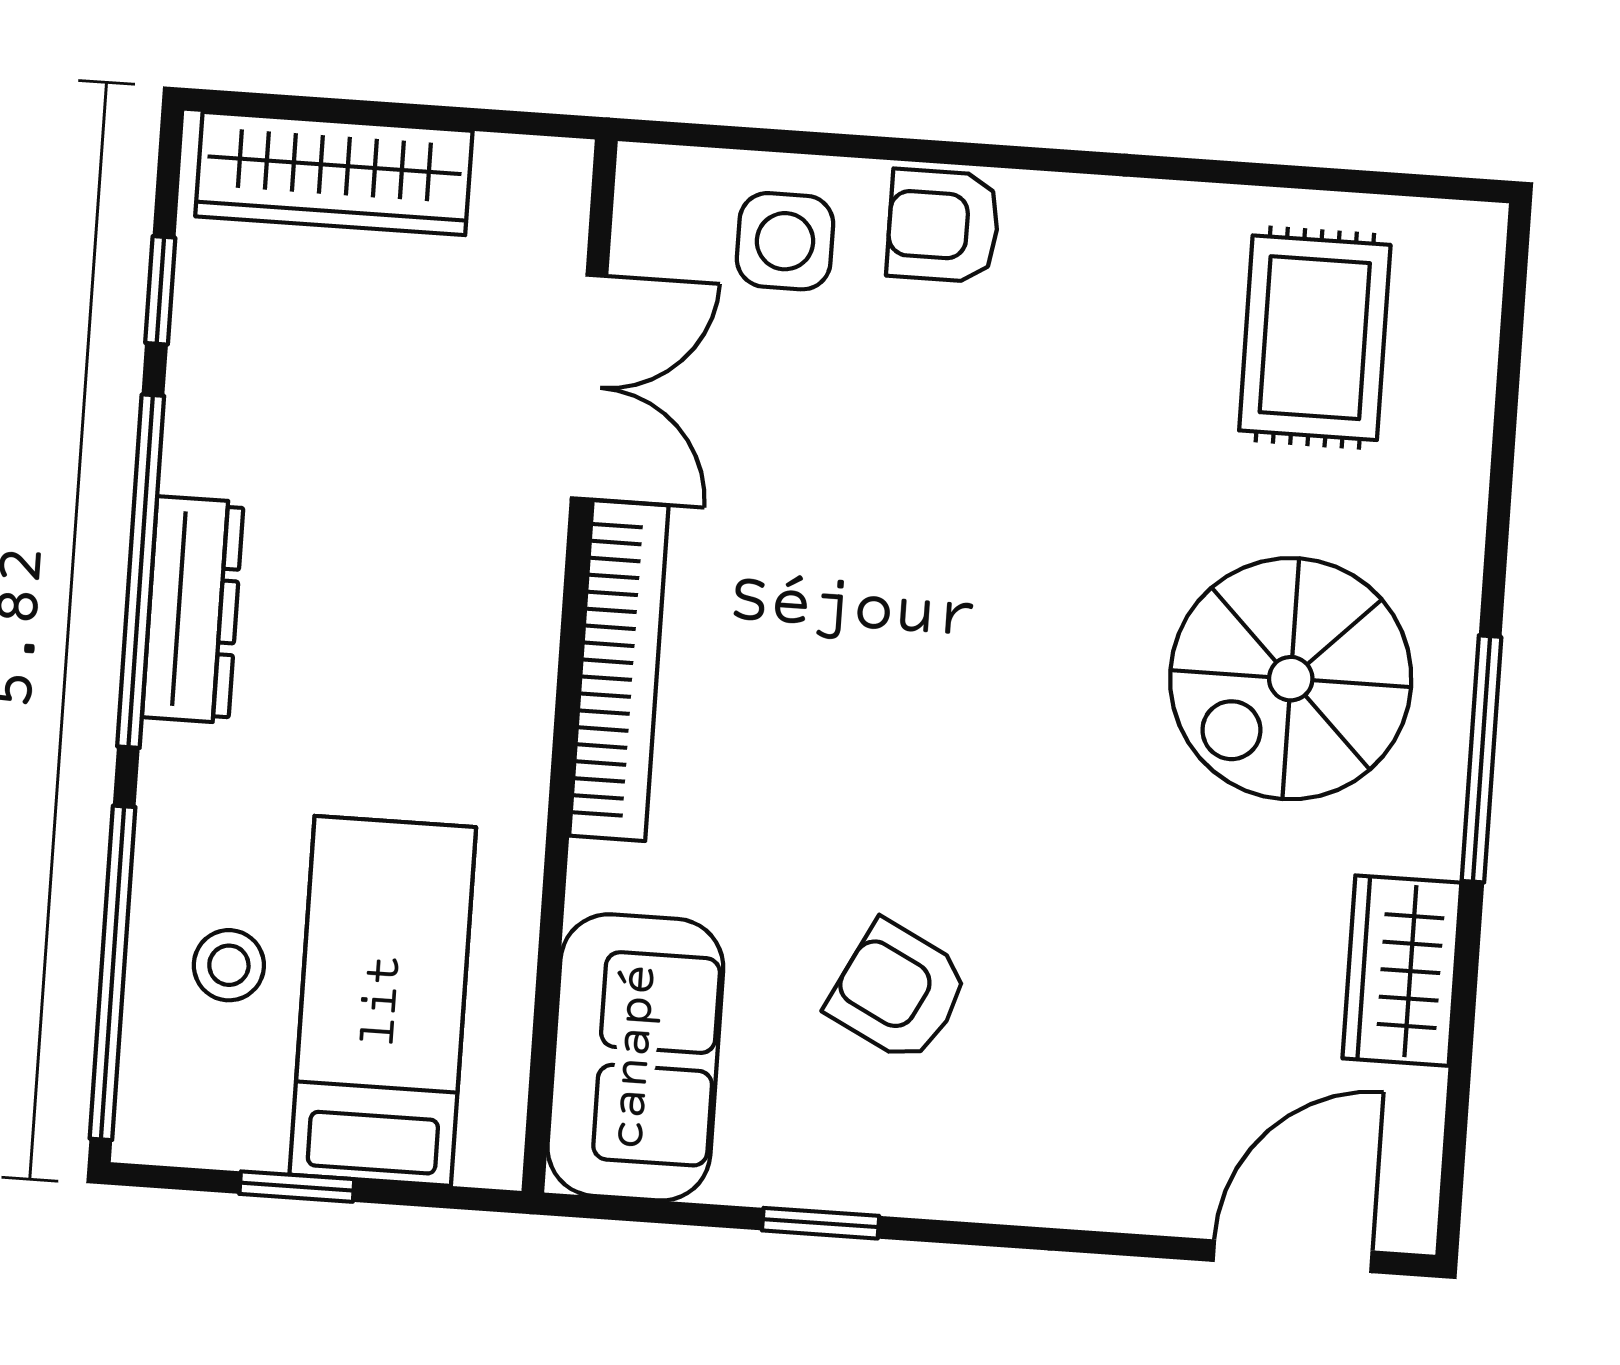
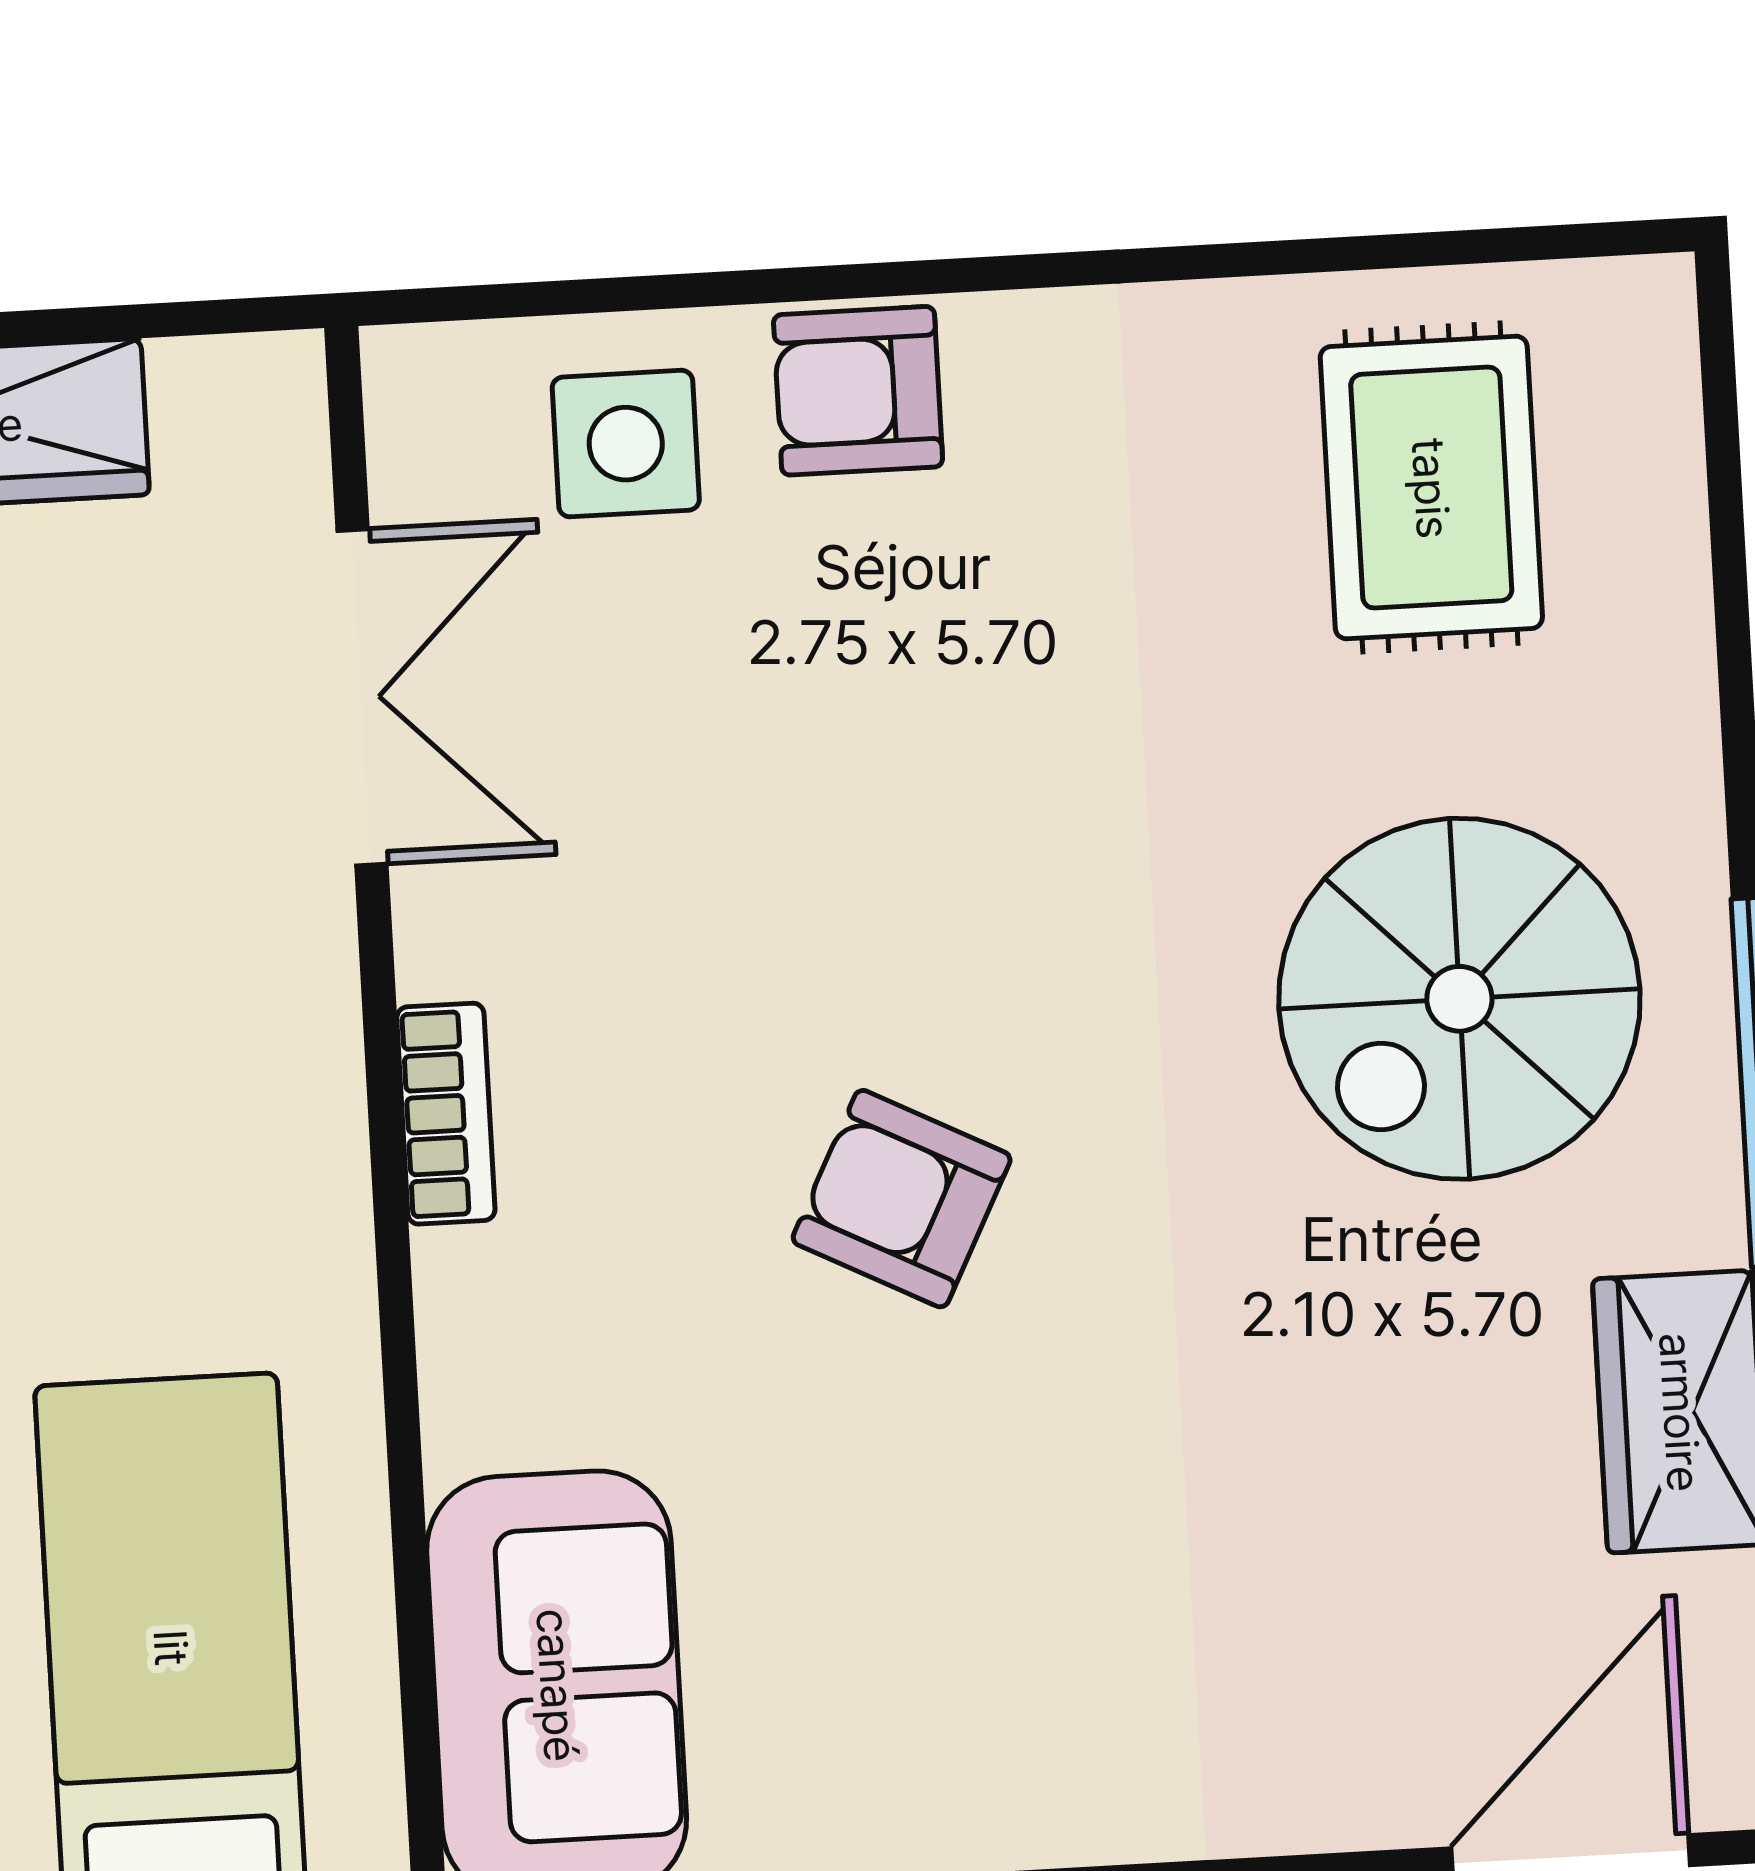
bookcase: (619, 671) -> (446, 1114), width x0.43, depth x0.76
armchair: (898, 992) -> (902, 1199), moved

